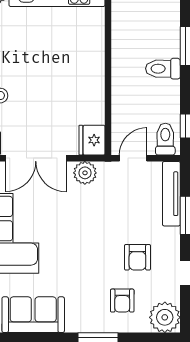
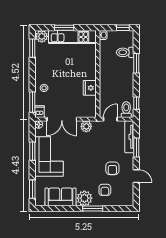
toilet: (163, 69) -> (125, 52), moved
fridge: (92, 140) -> (90, 88), moved
plant: (165, 317) -> (84, 198), moved

